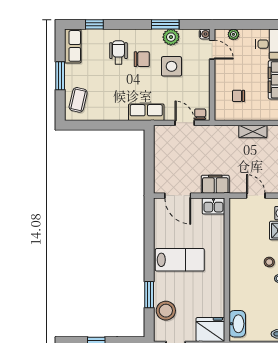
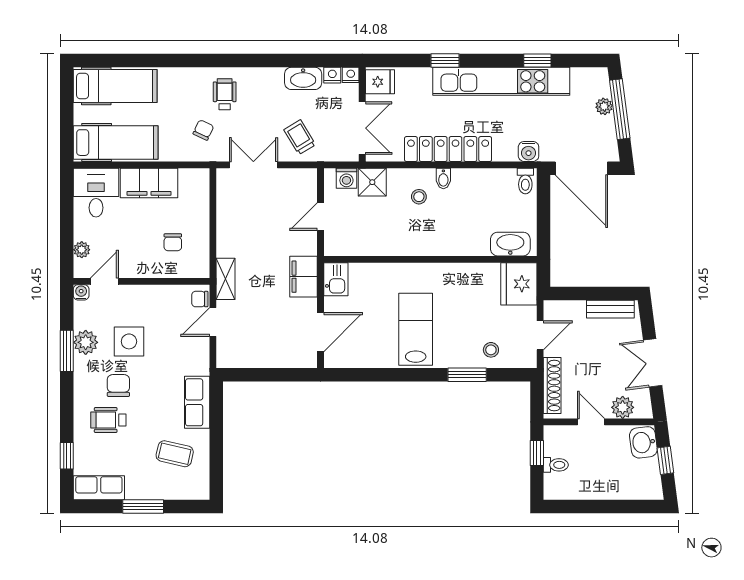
coffee table: (78, 100) -> (175, 454), moved
row of seats: (146, 112) -> (197, 402), moved
shelving: (253, 131) -> (226, 279), moved
stool: (166, 311) -> (491, 350), width x0.53, depth x0.53

